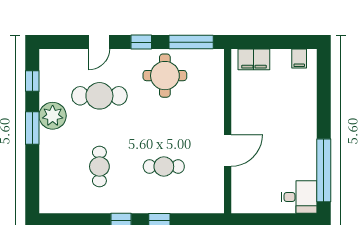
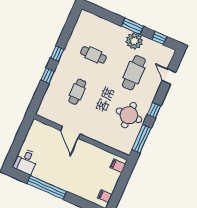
door: (99, 42) -> (169, 77), moved
filing cabinet: (254, 59) -> (118, 166), width x0.50
window: (324, 170) -> (47, 187), moved

